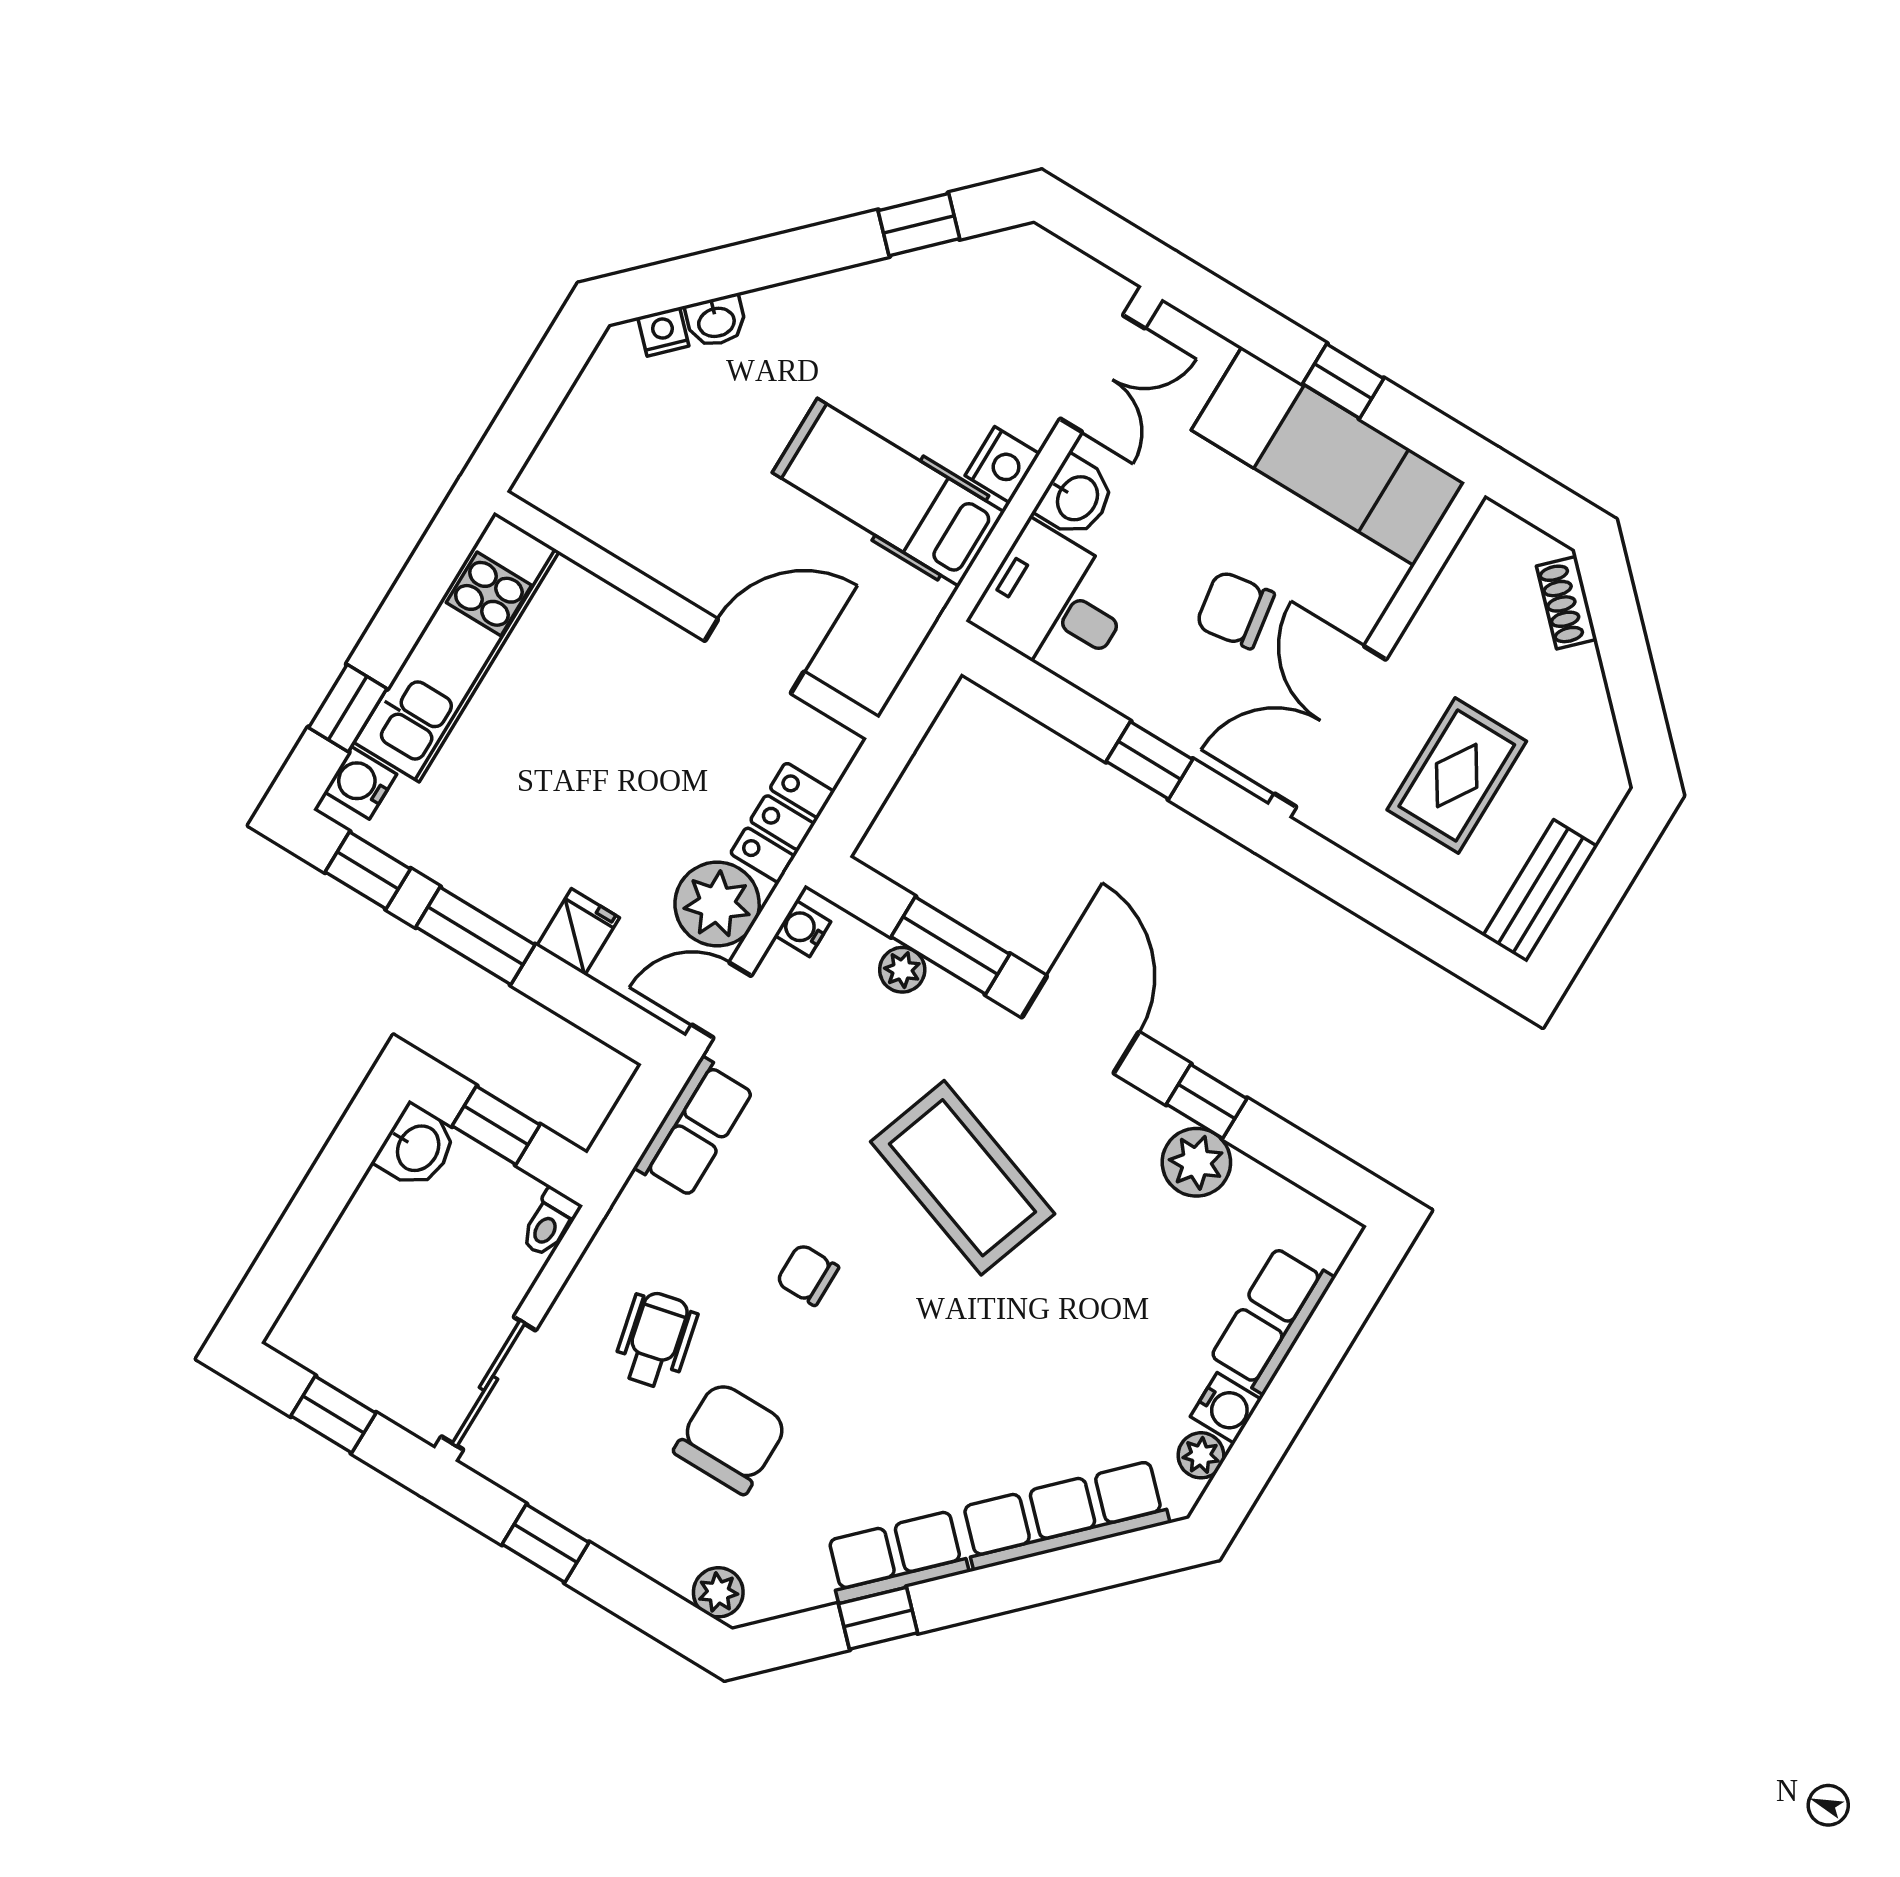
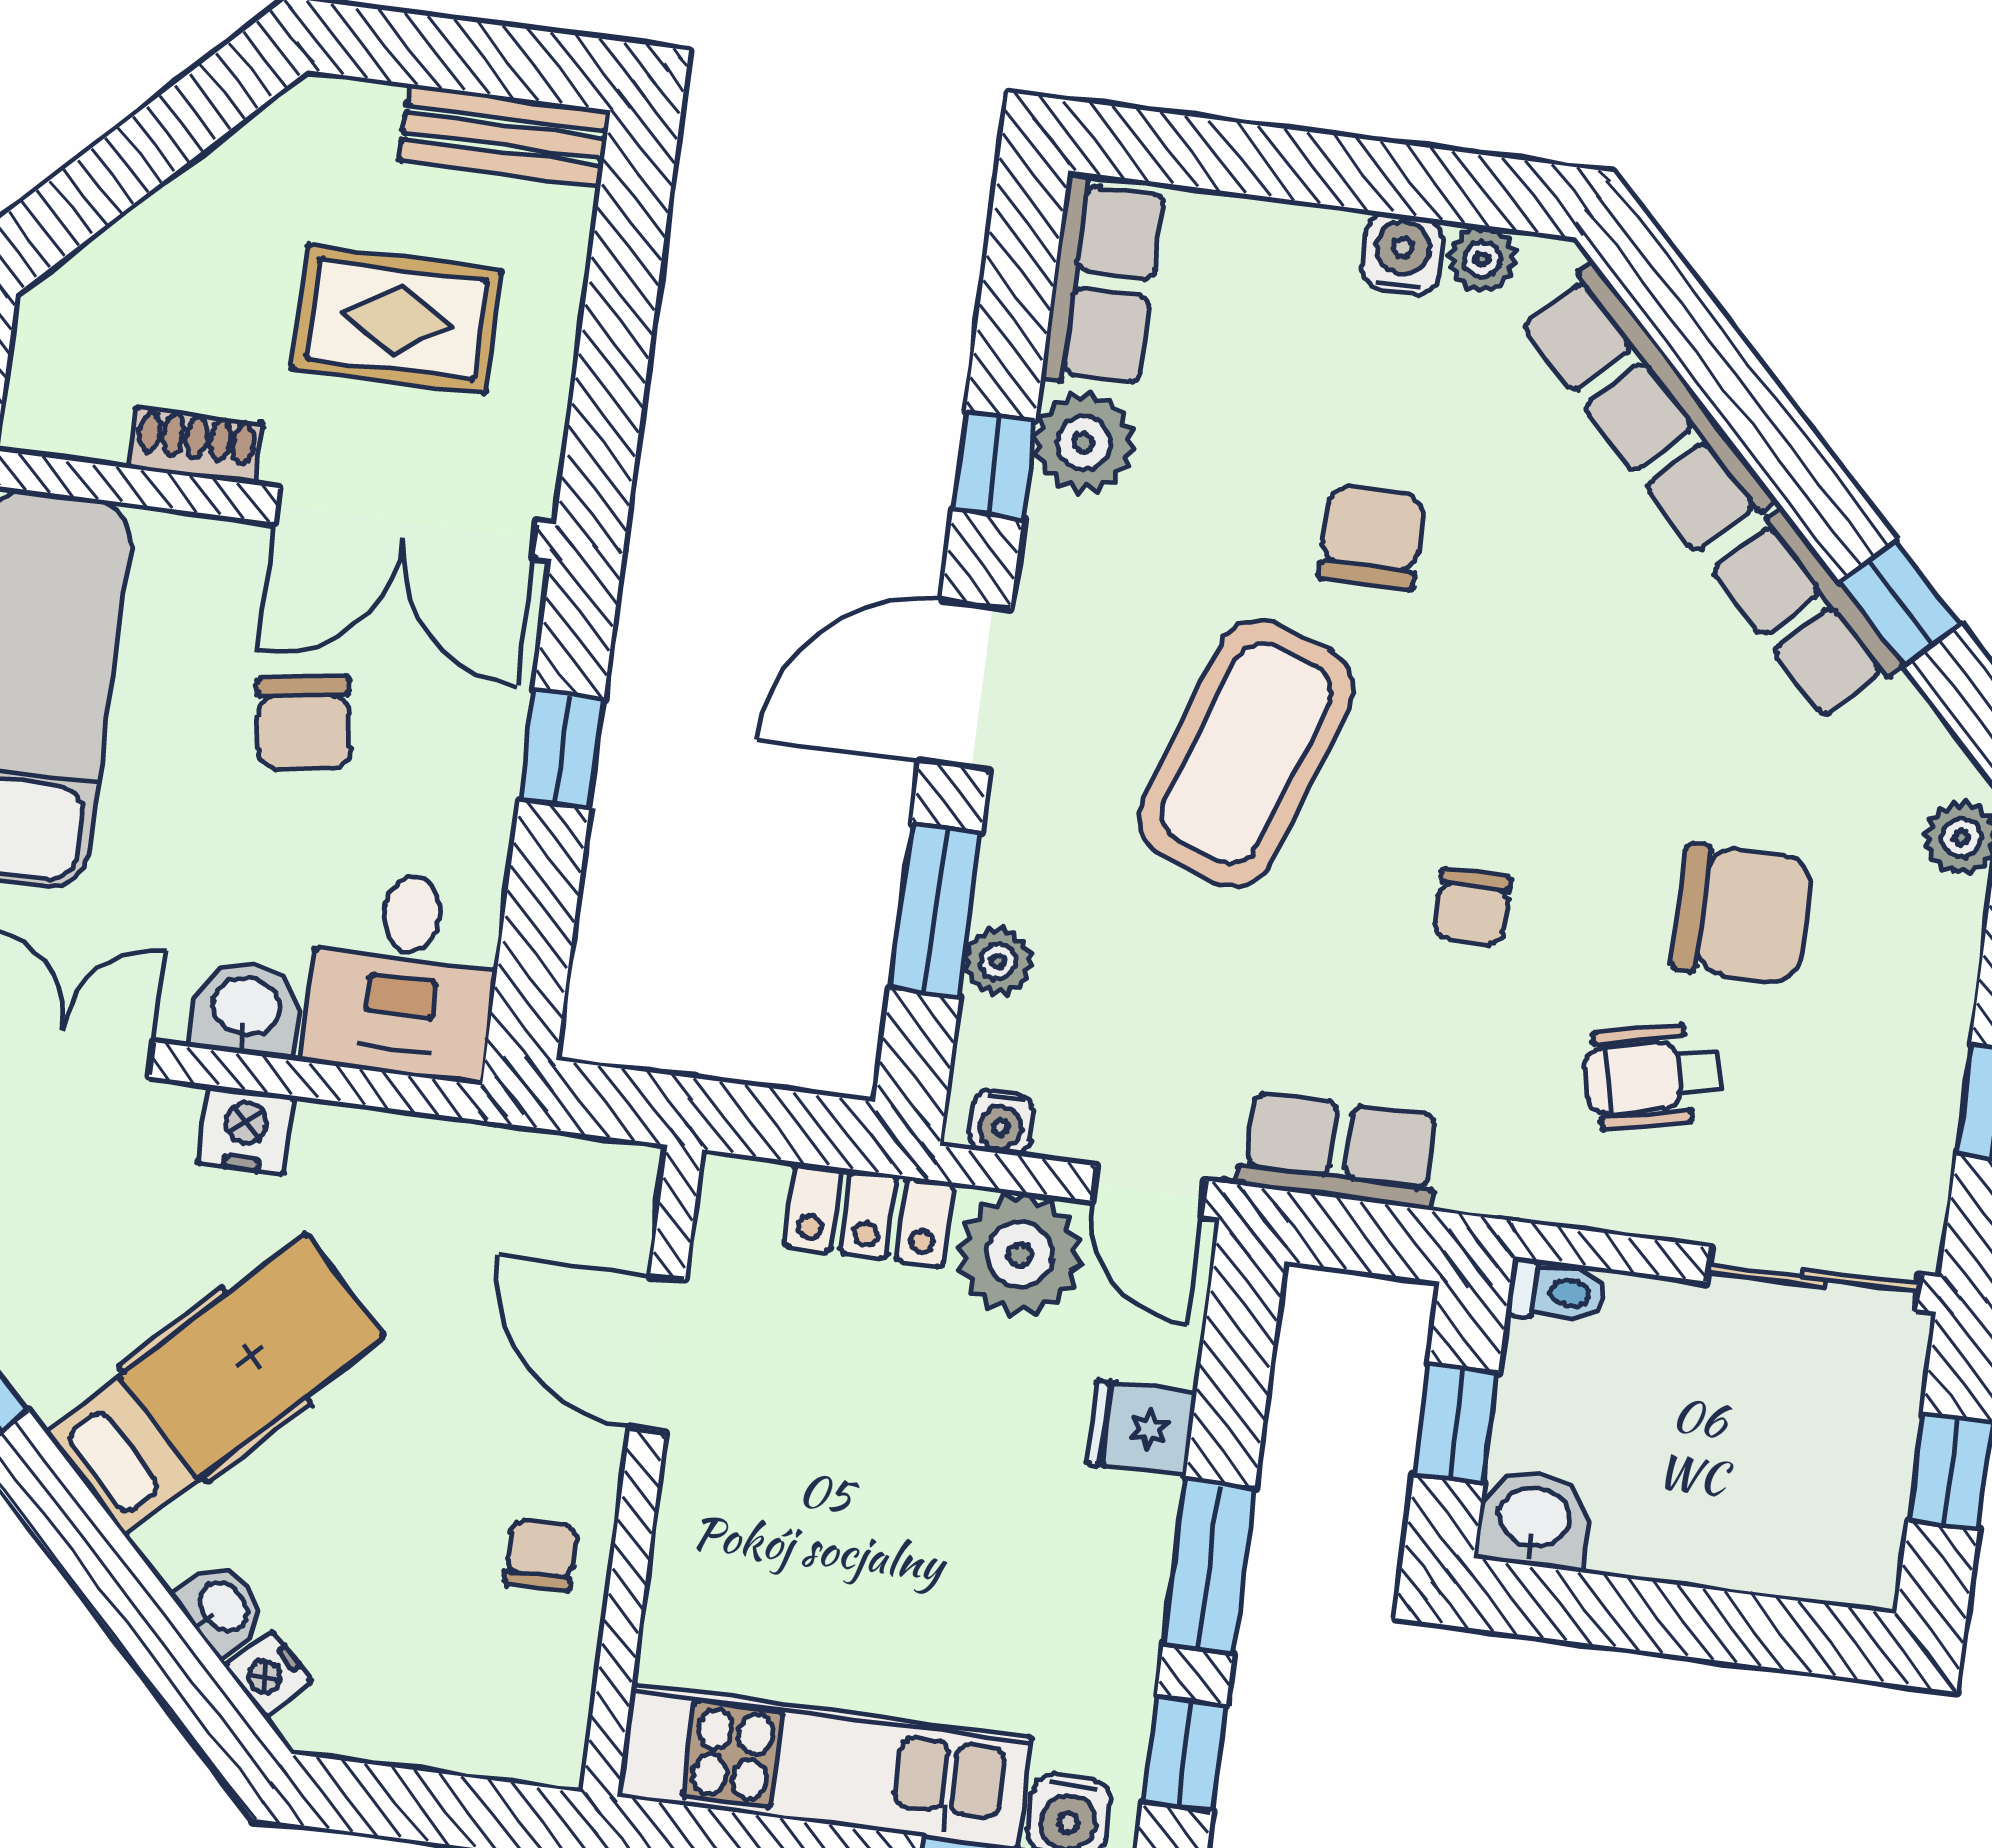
hospital bed: (888, 492) -> (215, 1385), moved, turned -135
chair: (663, 531) -> (541, 1555), added
shoe rack: (1567, 603) -> (196, 446), moved, turned -135
chair: (1061, 1313) -> (1372, 537), added
row of seats: (1272, 1319) -> (1103, 282), moved, turned -90
chair: (731, 1438) -> (1742, 914), turned 180

